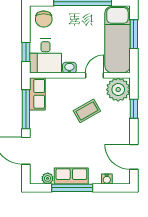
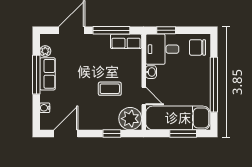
coffee table: (87, 111) -> (110, 89), turned -60

